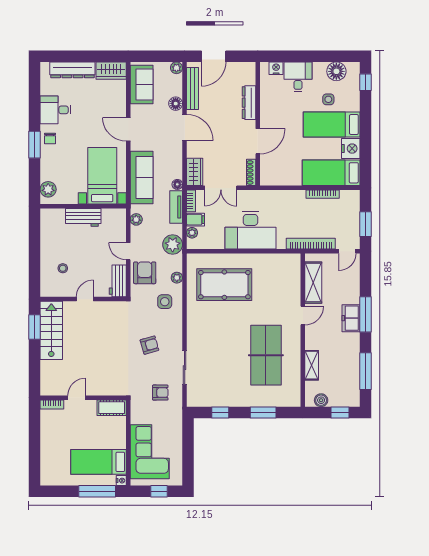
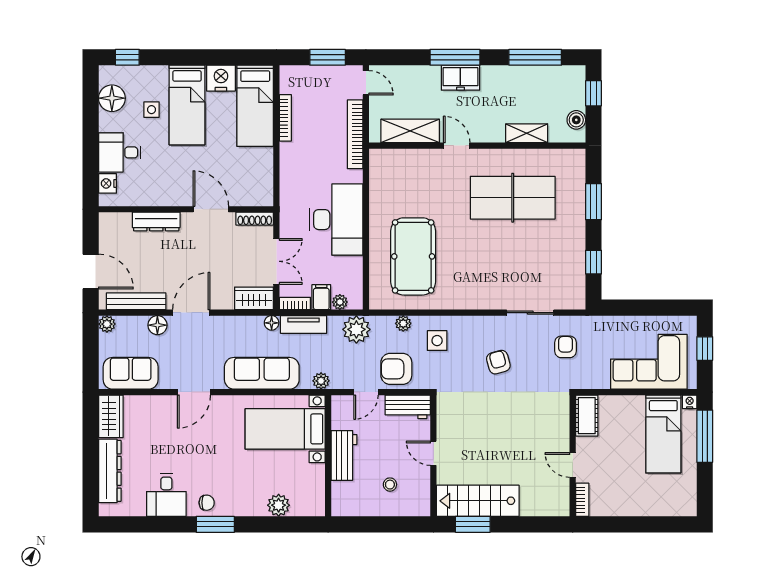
bed with nightstands: (102, 176) -> (285, 429), moved
wall: (83, 206) -> (328, 456), moved
workbench: (83, 217) -> (344, 455), moved

